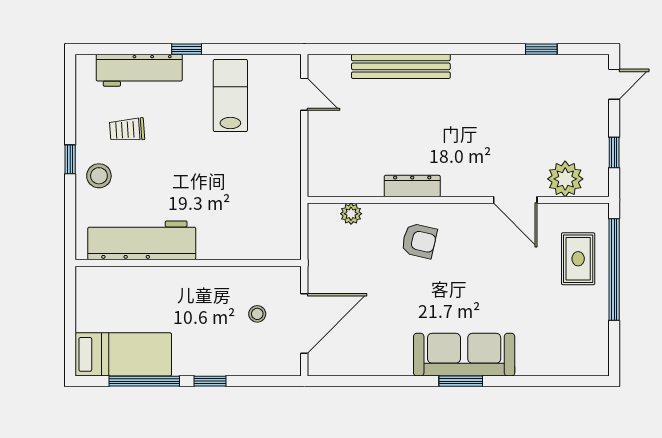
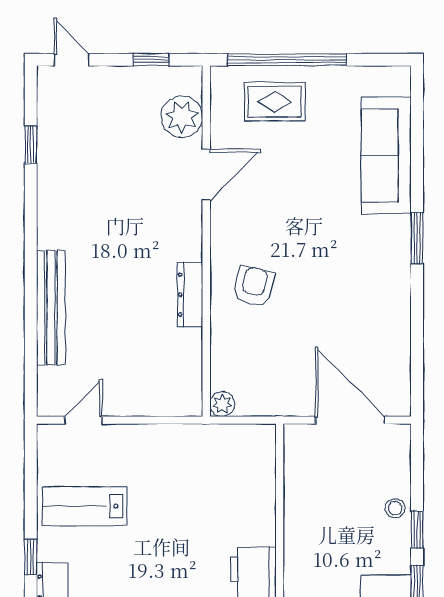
plant: (351, 214) -> (222, 404), moved
stool: (257, 314) -> (395, 508), moved
sofa: (464, 355) -> (386, 155), moved

